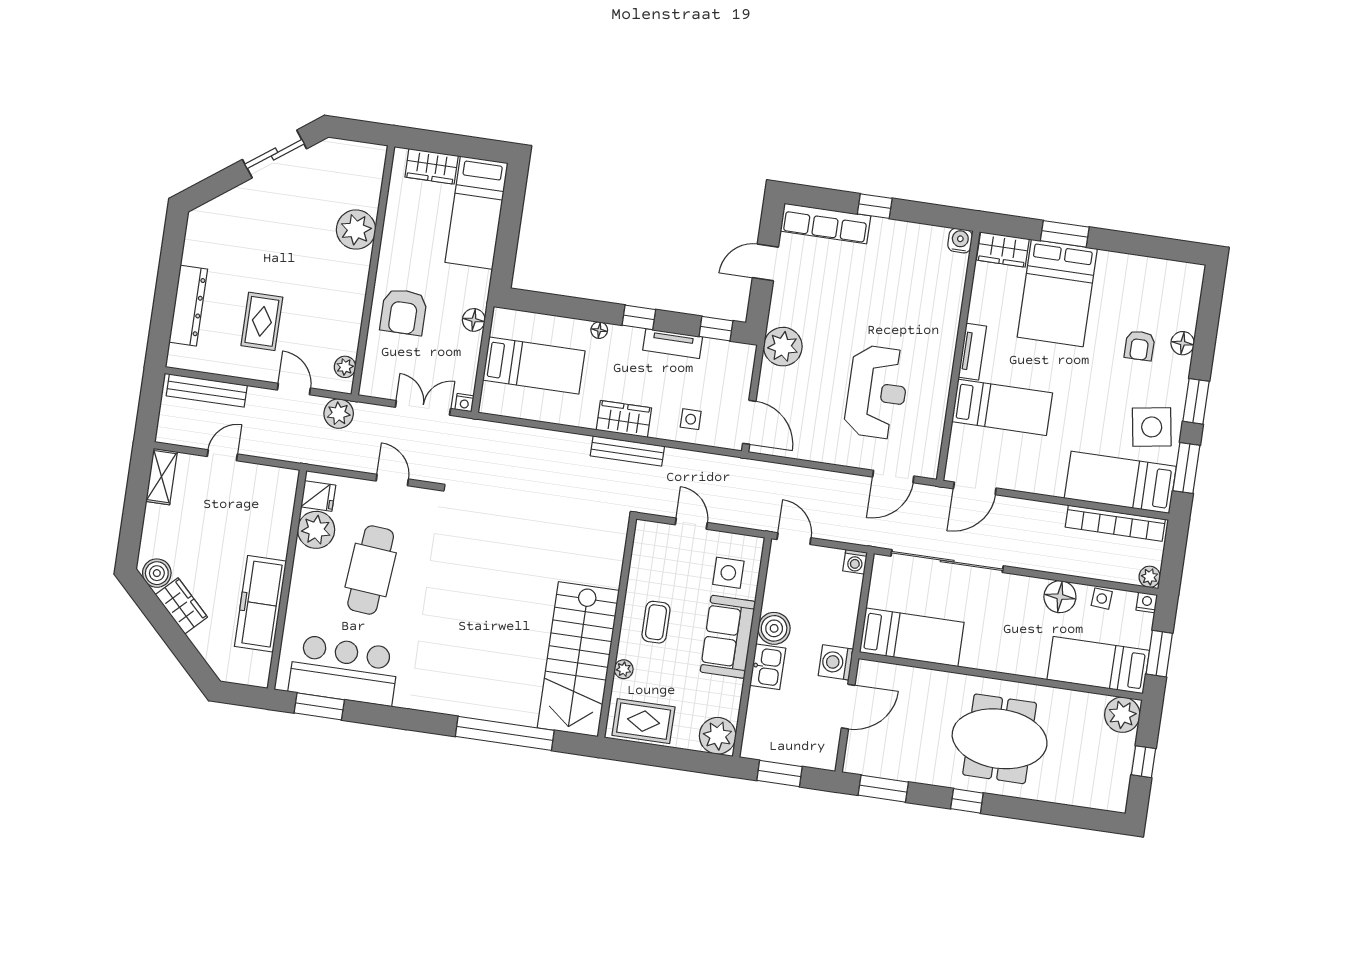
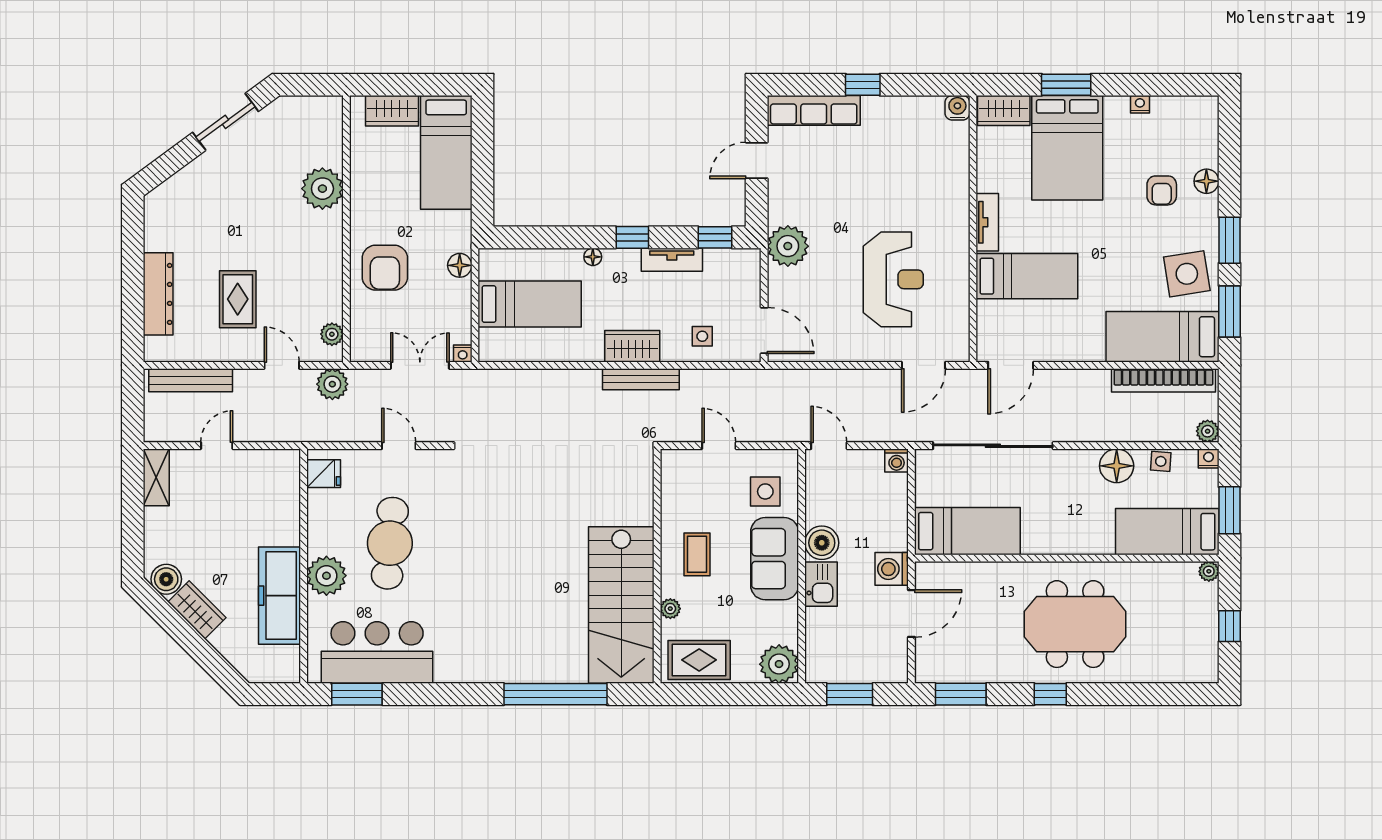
nightstand: (1131, 262) -> (1140, 104), added
plant: (316, 530) -> (326, 576), moved
plant: (1122, 715) -> (1209, 571), width x0.53, depth x0.53

